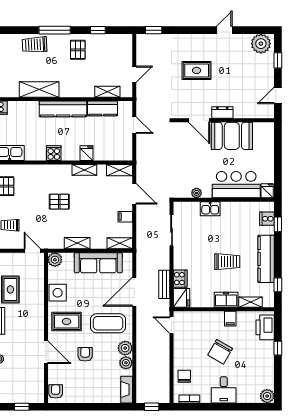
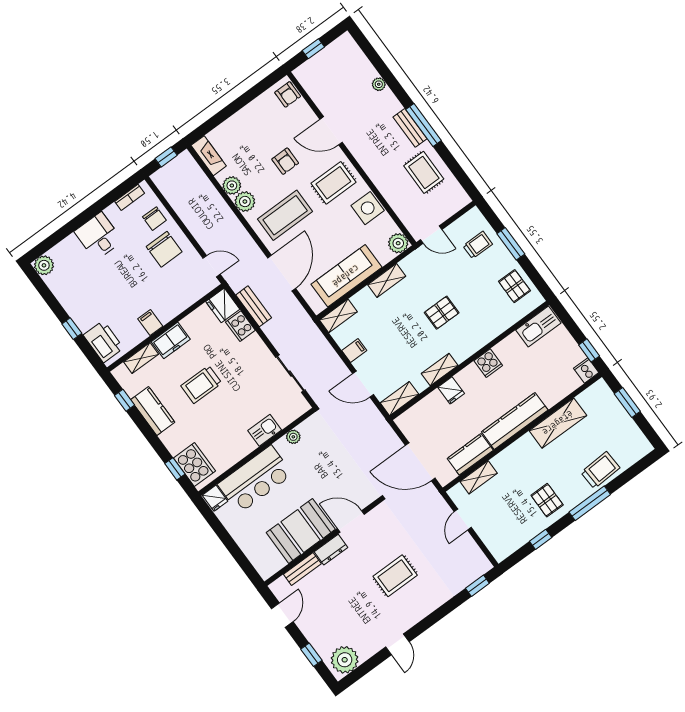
bench: (247, 113) -> (302, 569), added
door: (134, 125) -> (420, 462), width x1.87
cooker: (267, 219) -> (194, 464), width x1.87, depth x1.31
kitchen counter: (266, 259) -> (153, 411), width x0.67
chair: (220, 352) -> (164, 249), moved, turned 150

